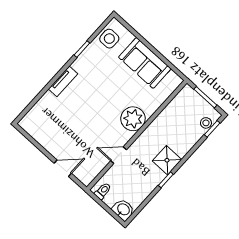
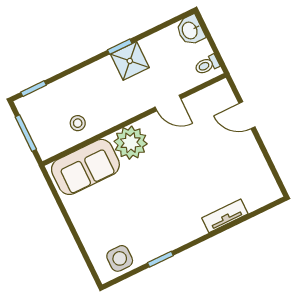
sofa: (145, 63) -> (85, 167), moved, turned 90
tv unit: (63, 81) -> (225, 216), moved
stool: (206, 123) -> (78, 123), moved
shower: (167, 160) -> (130, 61), moved

